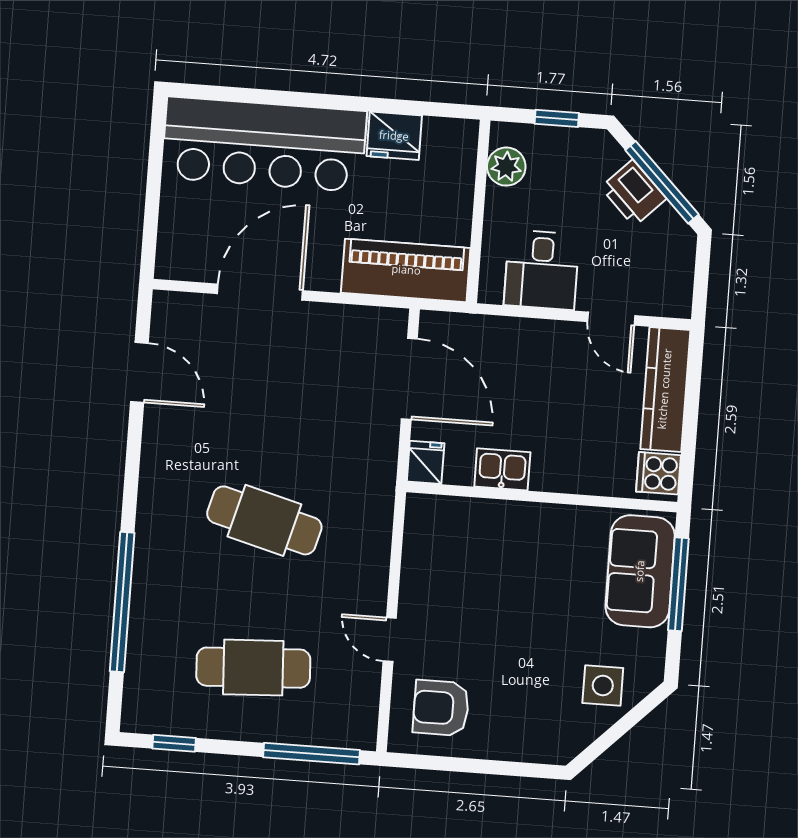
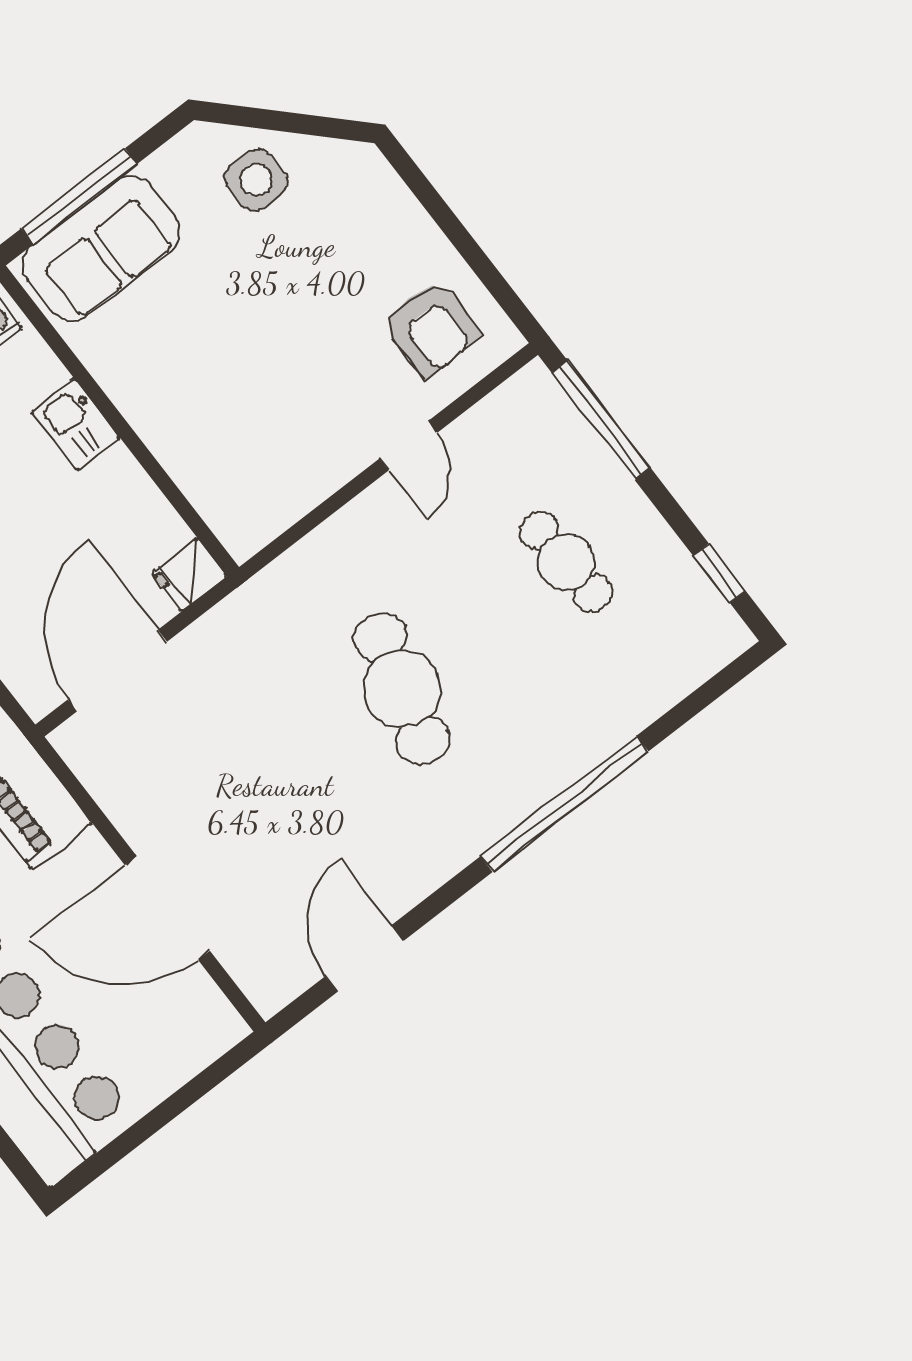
kitchen sink: (502, 469) -> (76, 424), moved
window: (122, 602) -> (565, 804), moved
cafe table: (253, 668) -> (566, 562), width x0.73, depth x0.74

